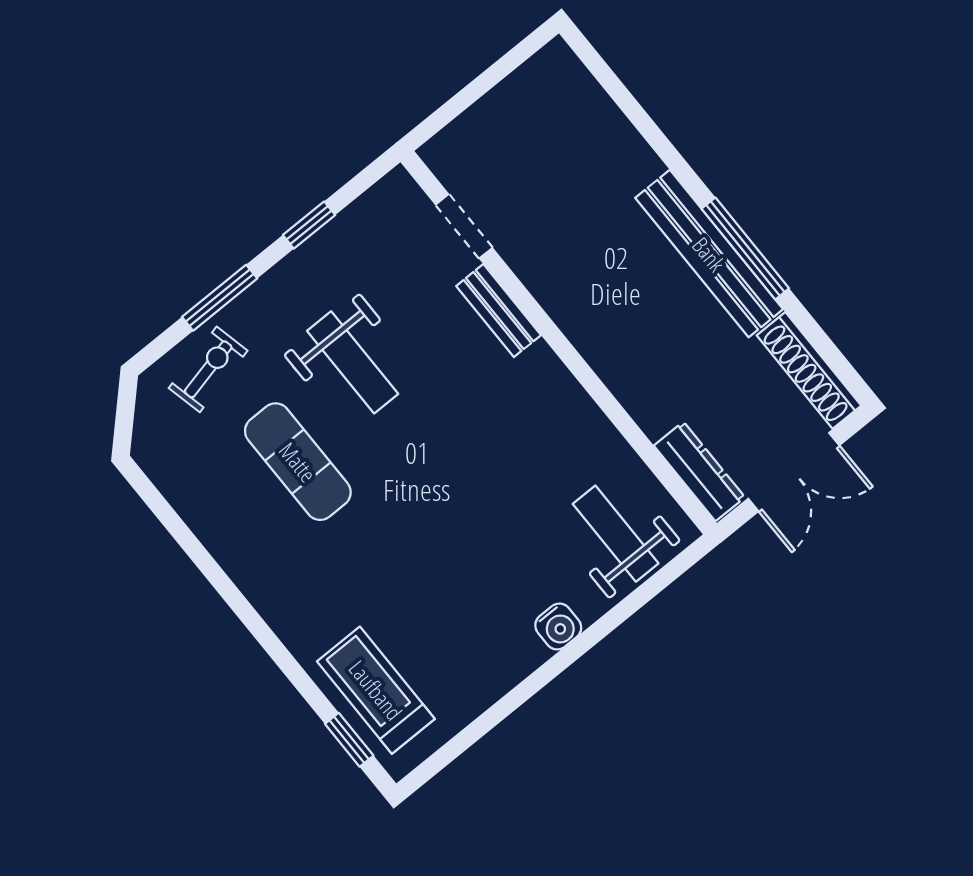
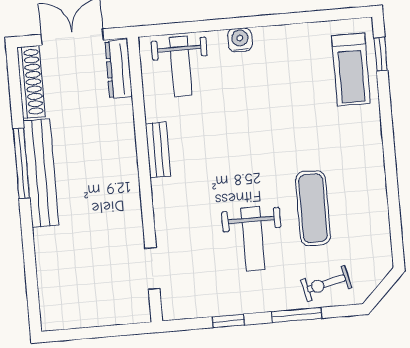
bench: (499, 311) -> (158, 150), moved
weight bench: (353, 362) -> (253, 239), turned 180

